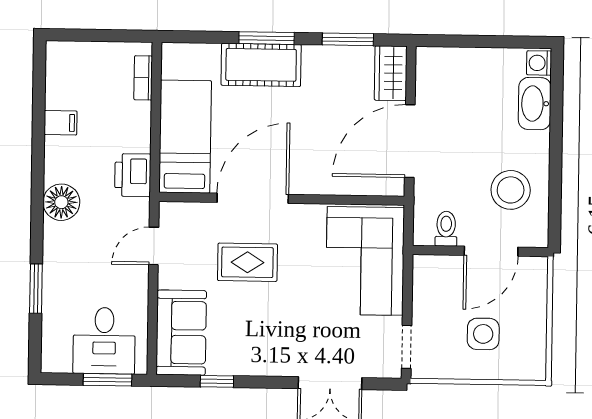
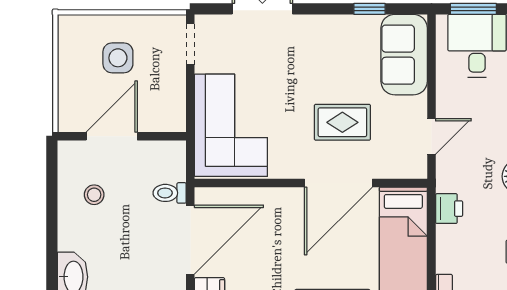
printer: (133, 175) -> (449, 209), width x0.73, depth x0.81
stool: (511, 190) -> (94, 195), width x0.53, depth x0.53
toilet: (446, 229) -> (170, 193), moved, turned 90

